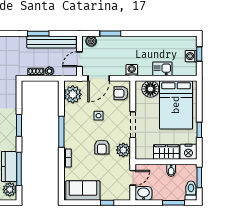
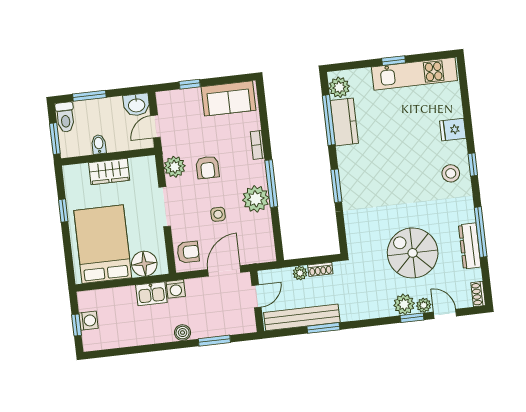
boiler: (91, 41) -> (183, 333), moved
kitchen sink: (162, 69) -> (151, 294), moved
plant: (73, 94) -> (256, 199), moved
armchair: (102, 147) -> (207, 167), turned 180
nightstand: (188, 152) -> (76, 176), removed

